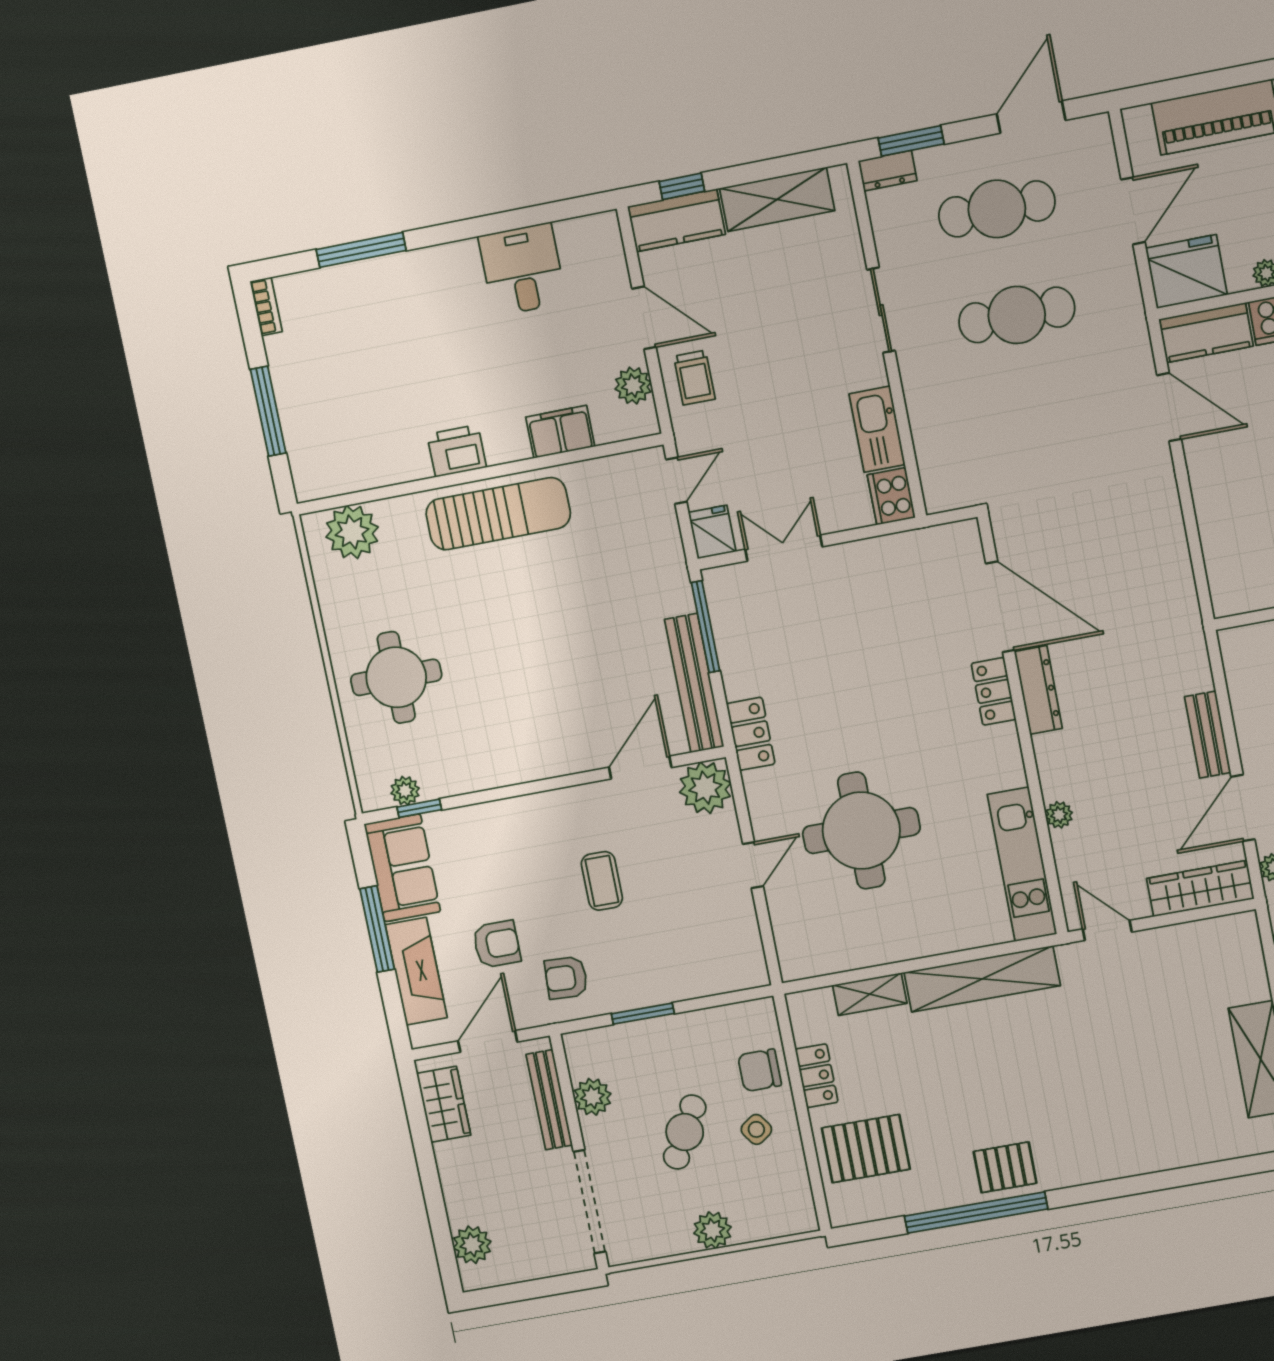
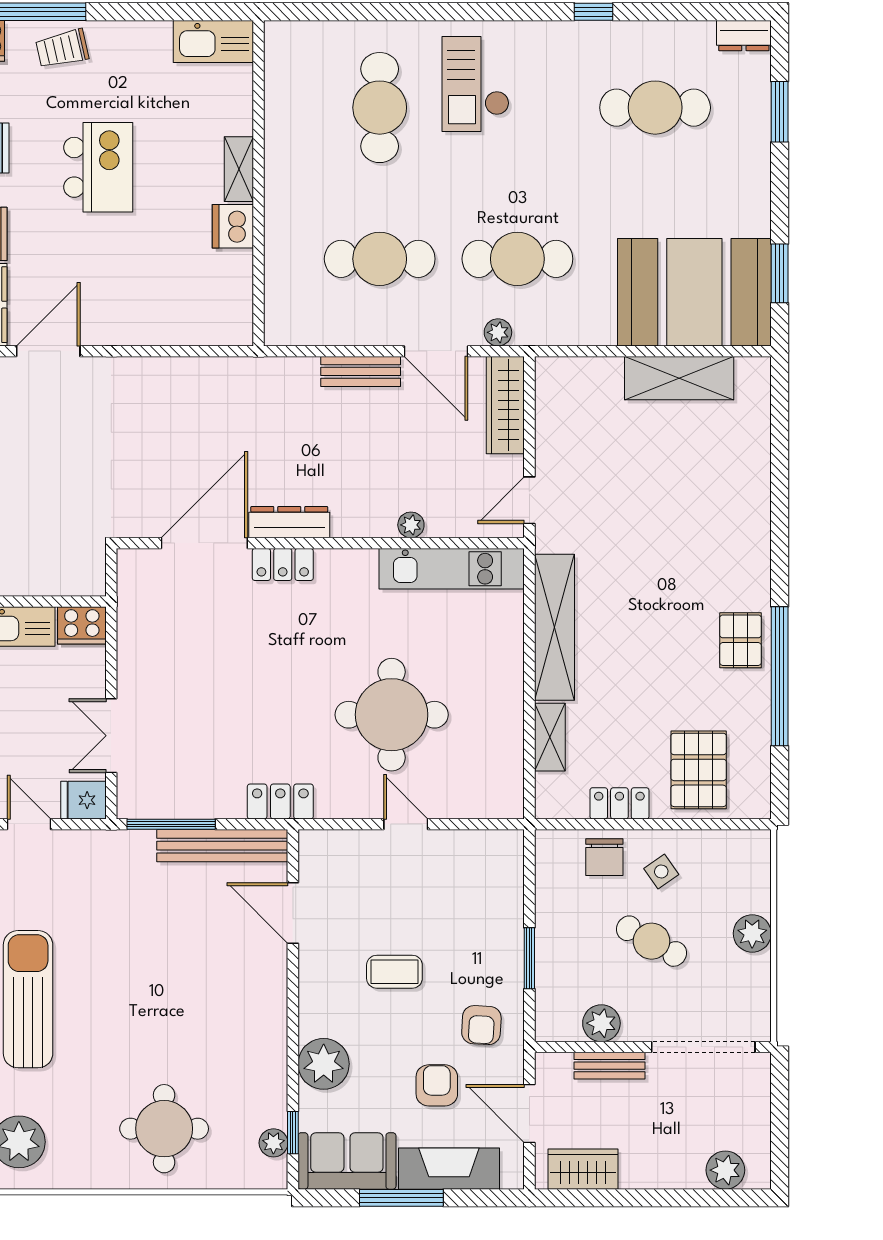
plant: (705, 788) -> (324, 1064), moved
bench: (549, 1100) -> (610, 1066), width x0.73

